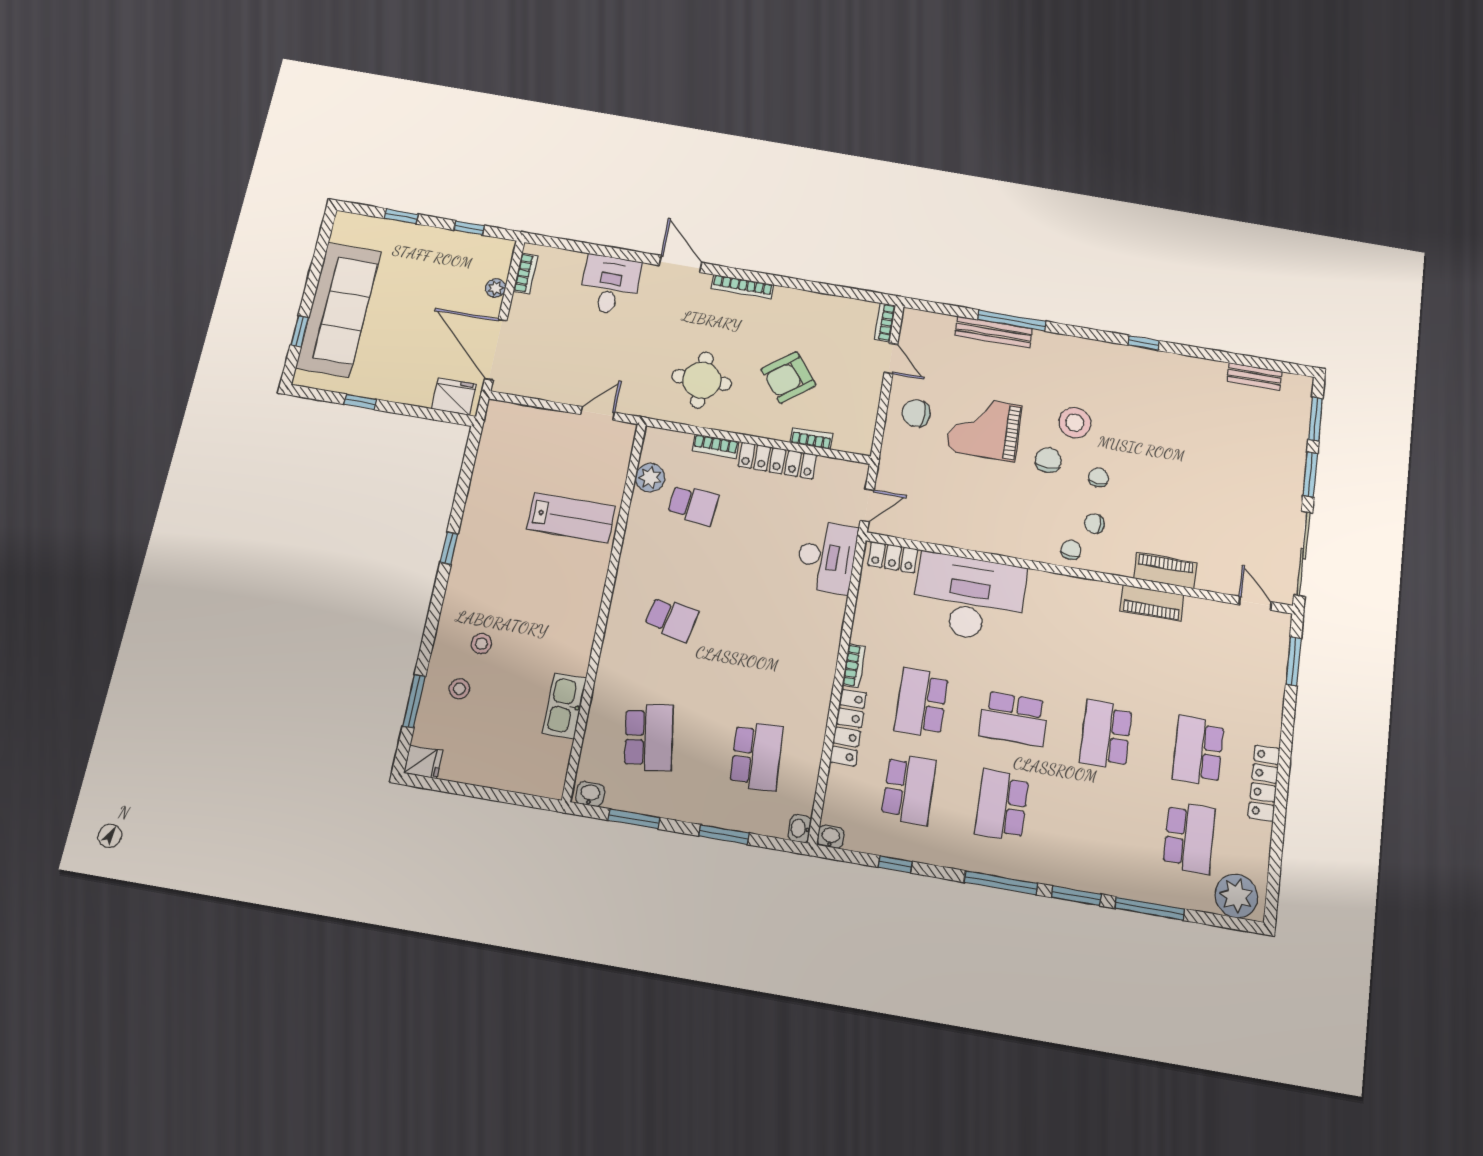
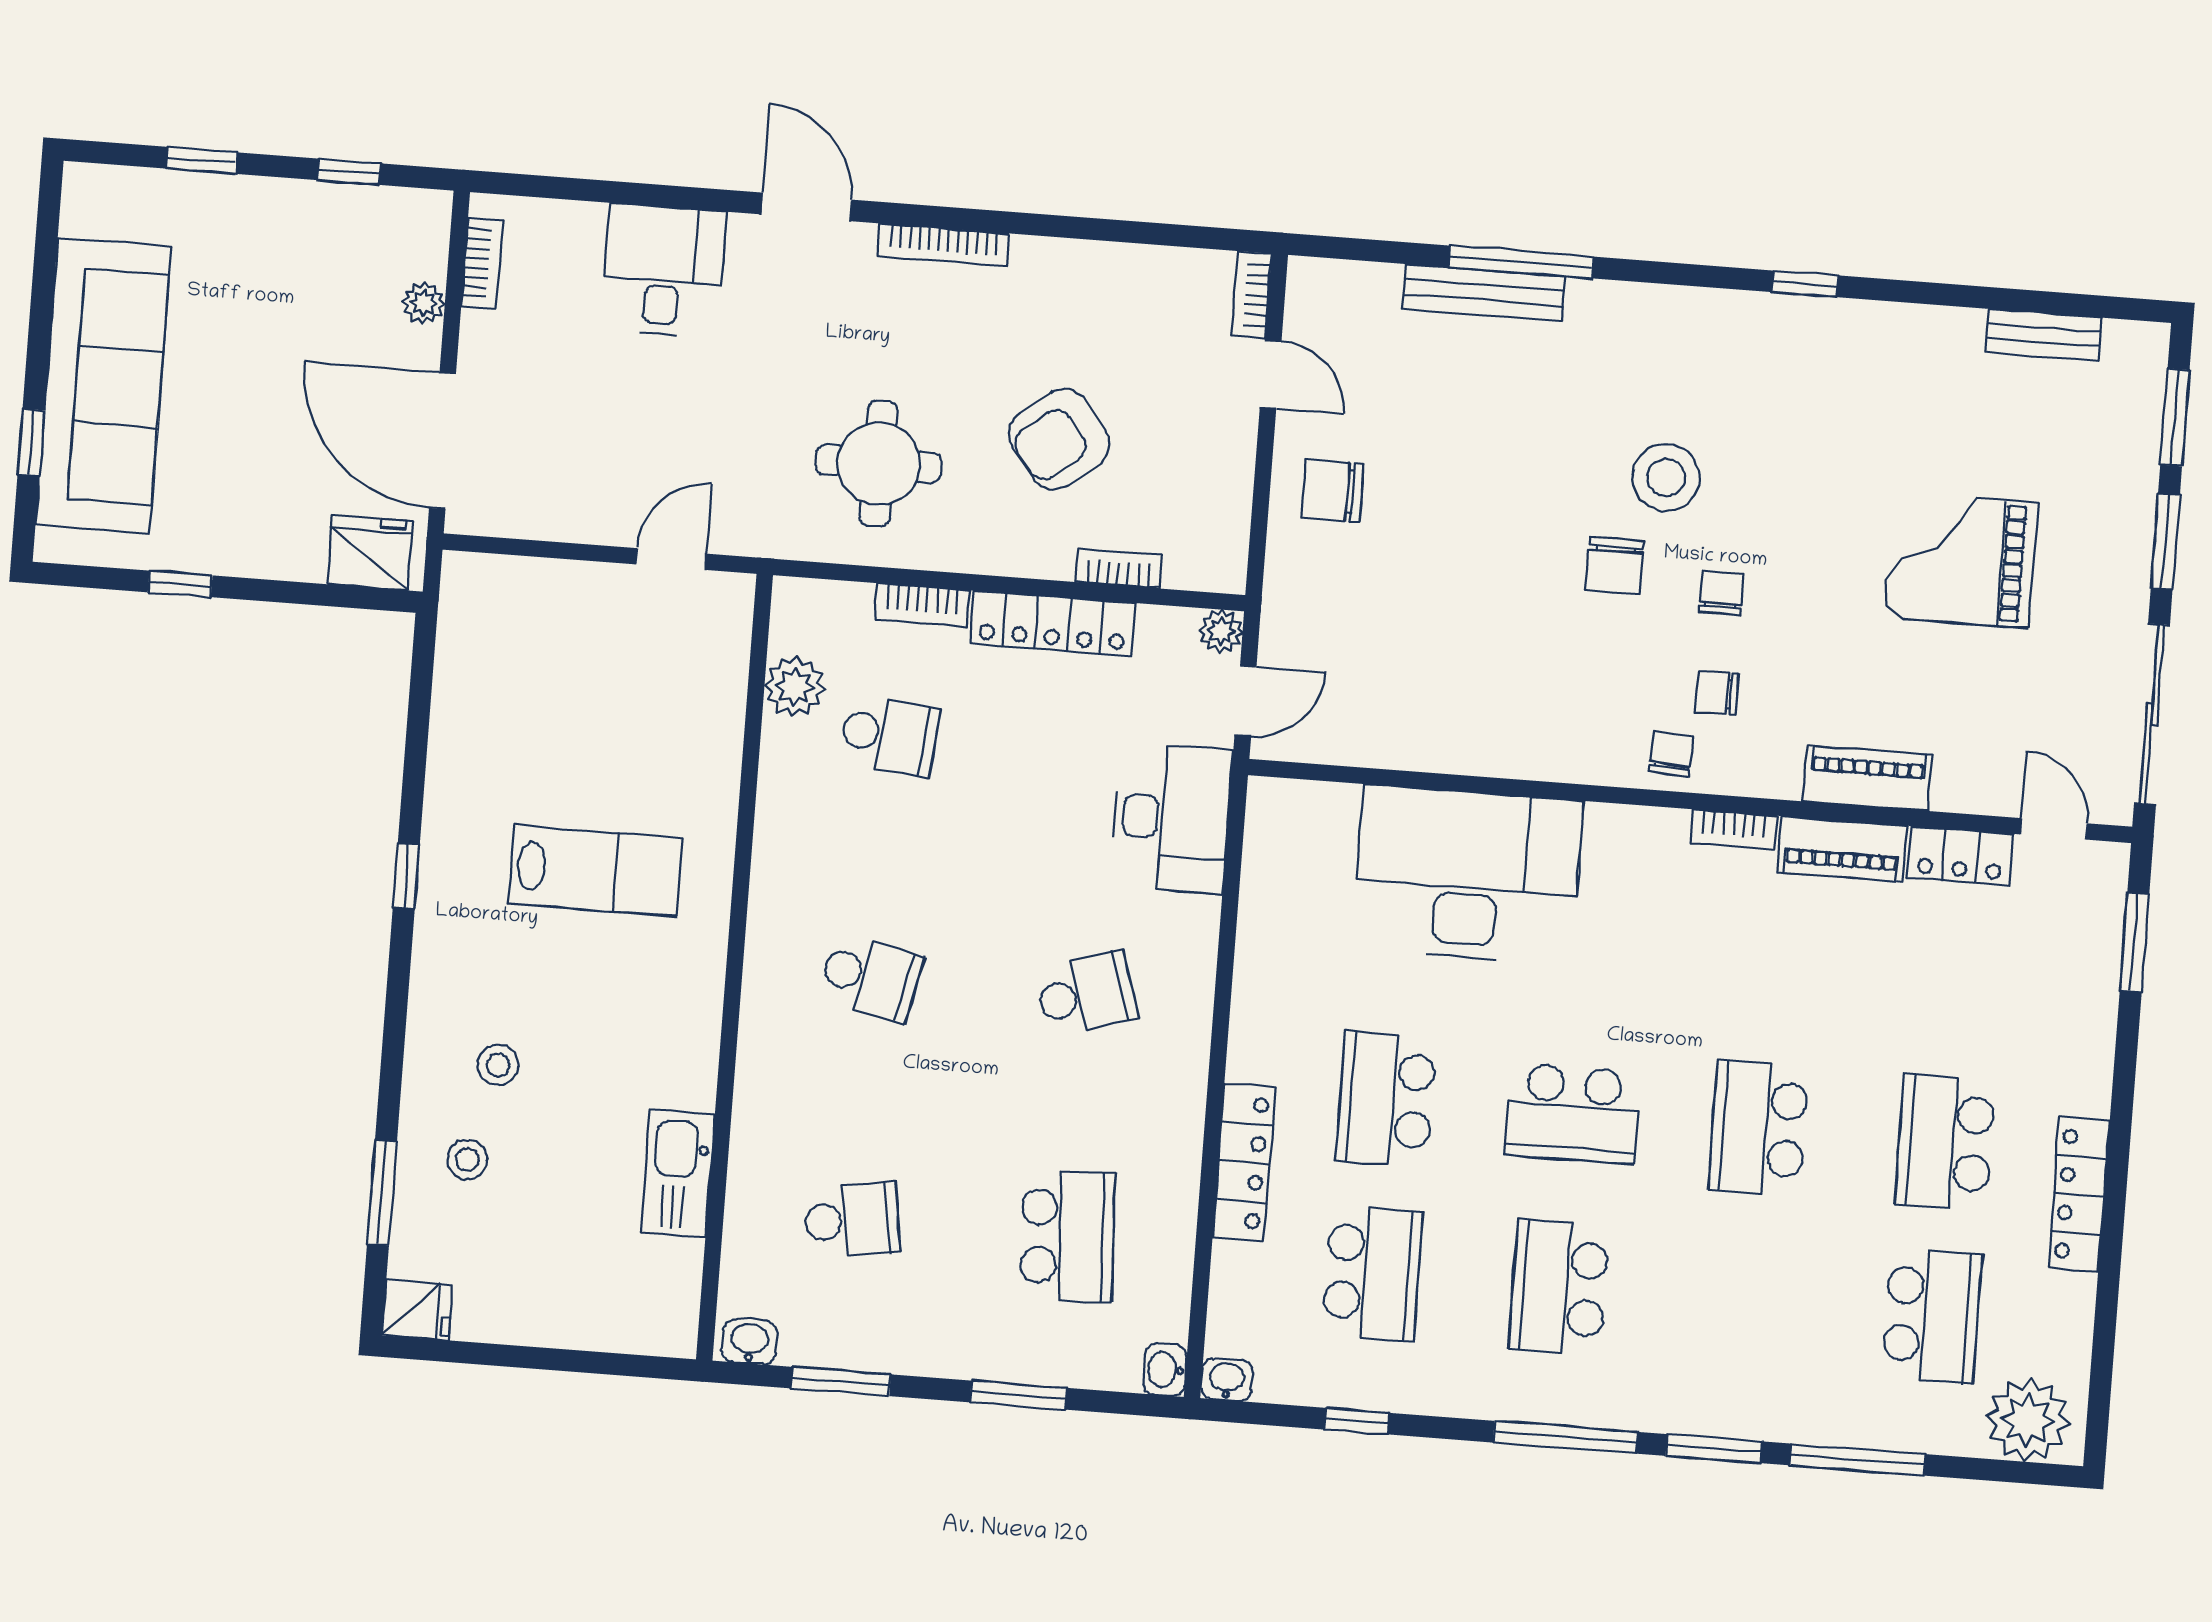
grand piano: (984, 428) -> (1960, 560), moved
chair: (1048, 460) -> (1615, 565), turned 180
plant: (858, 472) -> (1221, 631), added
lab bench: (571, 518) -> (595, 871), moved
locker: (893, 557) -> (1960, 856), moved
school desk: (777, 637) -> (1086, 994), added
bookcase: (854, 666) -> (1733, 830), moved, turned 90
school desk: (649, 737) -> (852, 1220), width x0.54

